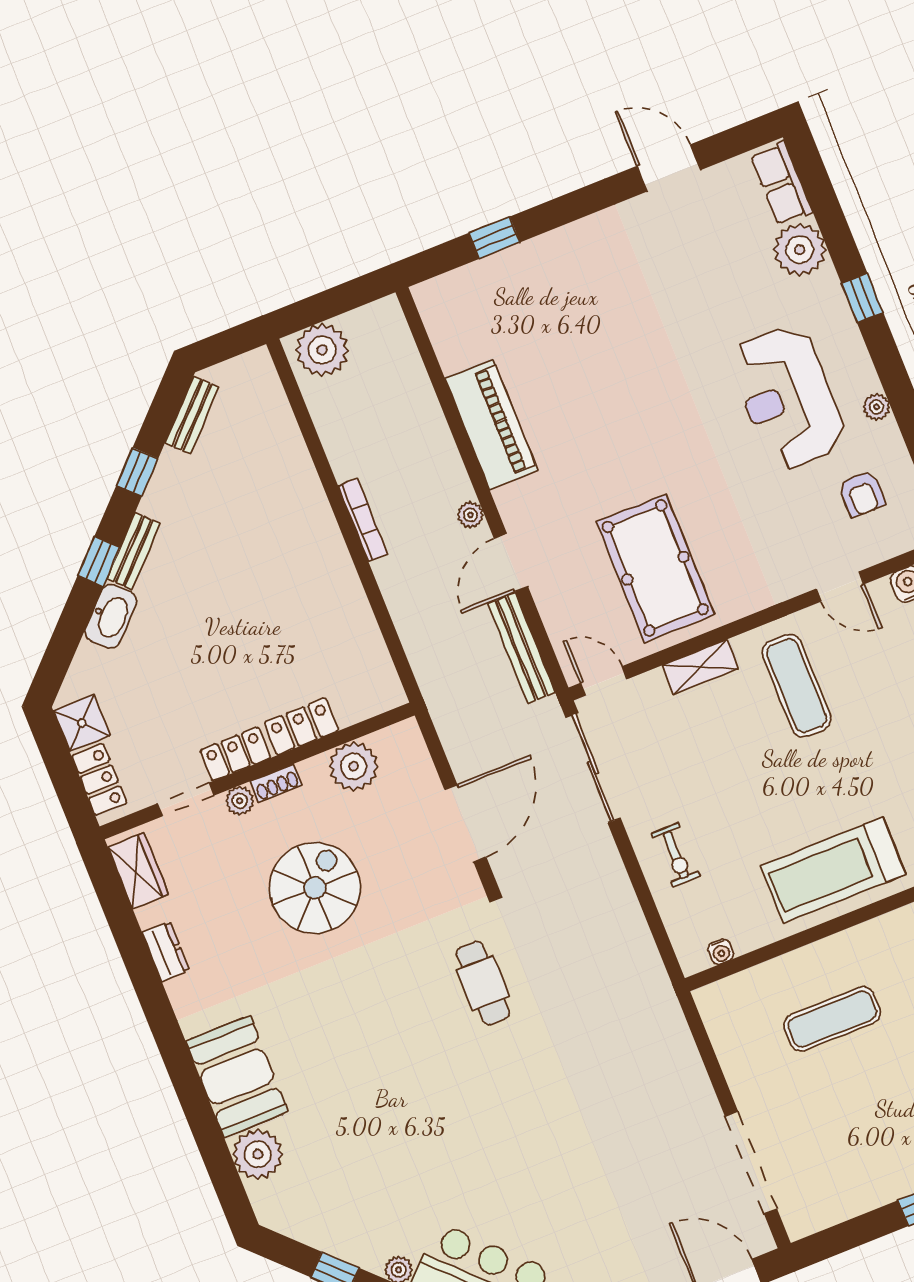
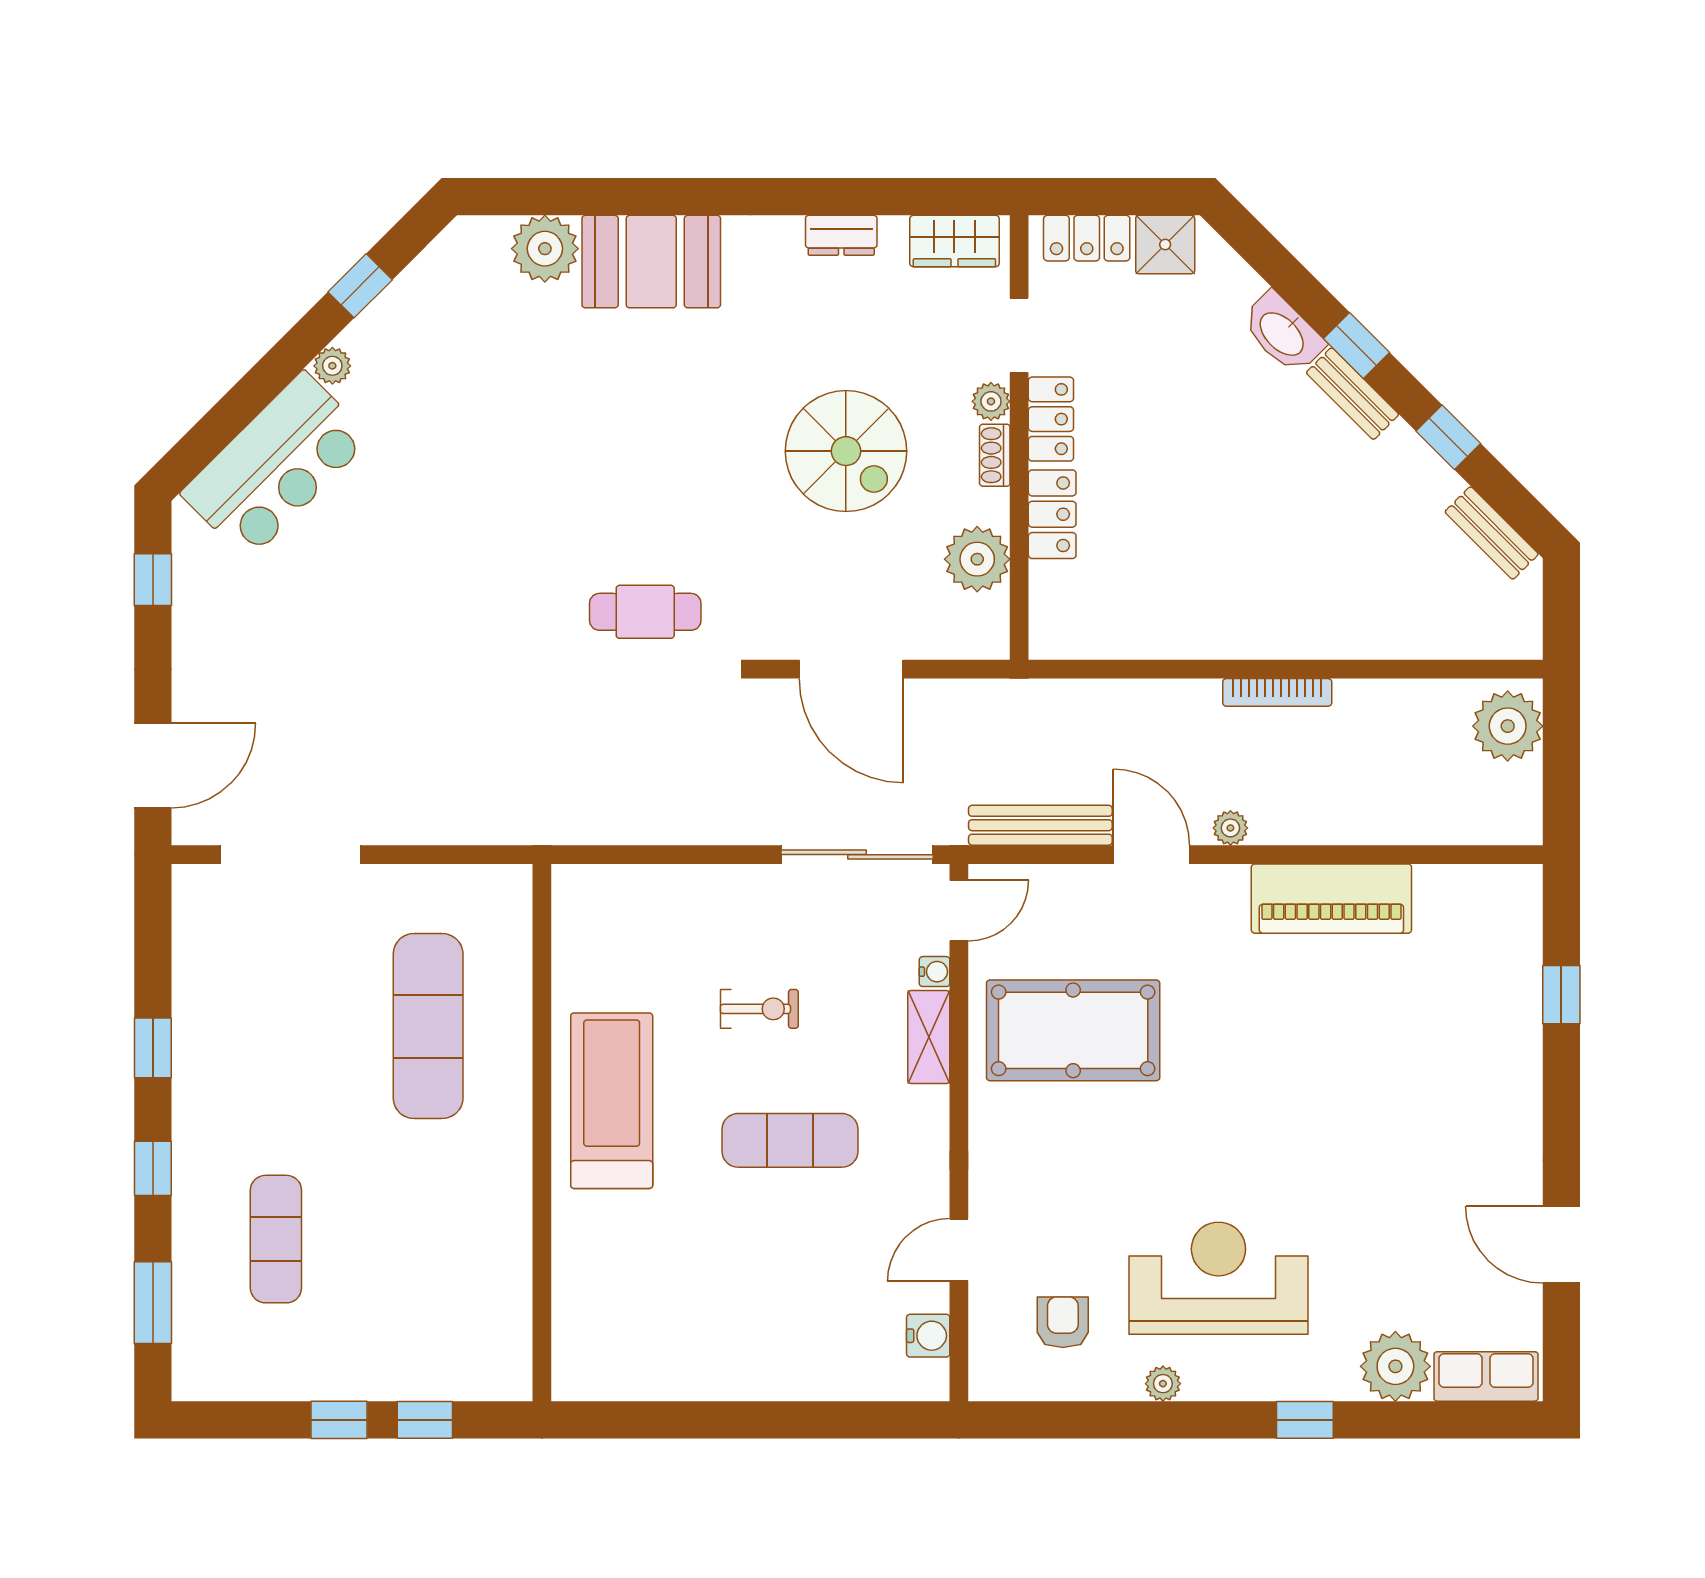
door: (669, 168) -> (1561, 1245), swing flipped
armchair: (862, 494) -> (1063, 1322), turned 90
exercise mat: (797, 686) -> (790, 1140), moved
exercise bike: (676, 855) -> (759, 1009), moved, turned 180
water cooler: (721, 952) -> (935, 972), moved, turned 180
exercise mat: (832, 1019) -> (428, 1026), width x1.36, depth x1.45

